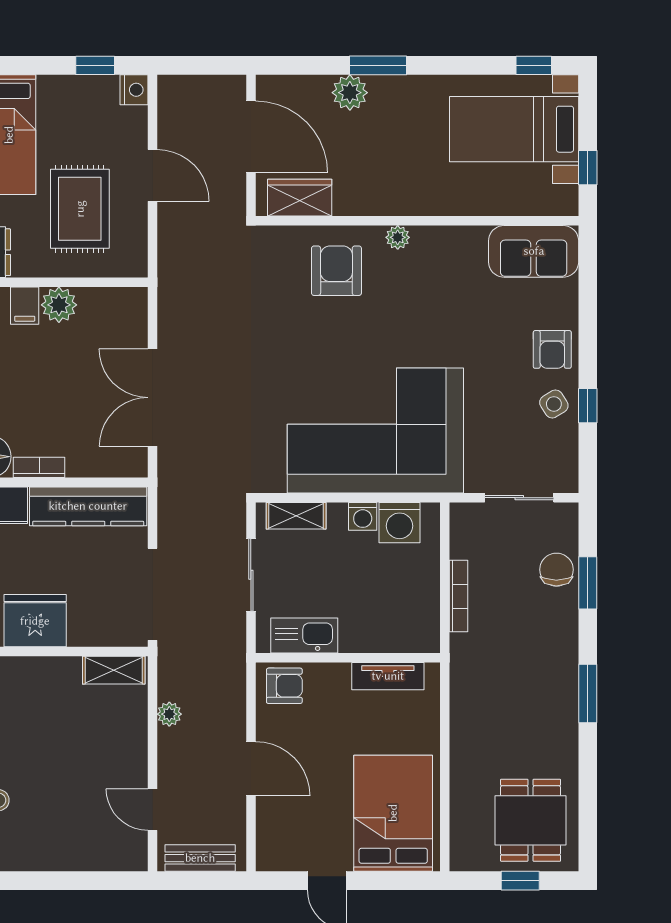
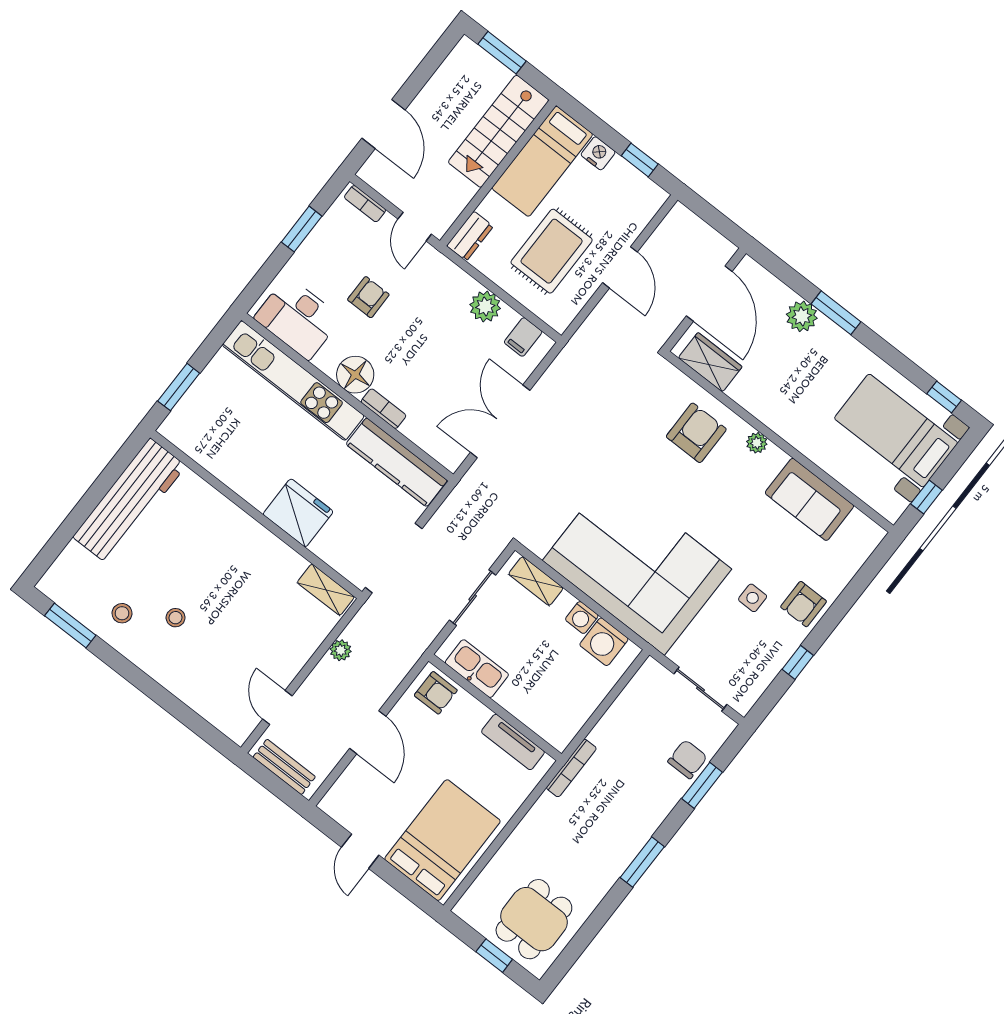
nightstand: (134, 90) -> (598, 153), moved, turned -90
sofa: (534, 251) -> (809, 499), moved
filing cabinet: (25, 306) -> (523, 337), moved
side table: (554, 404) -> (753, 598), moved, turned 32
bookcase: (459, 596) -> (571, 768), moved

